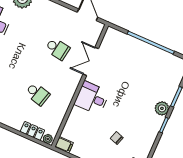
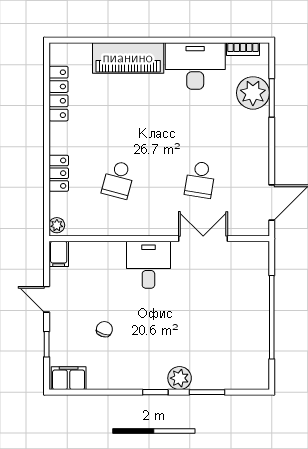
locker: (32, 131) -> (59, 173), moved

